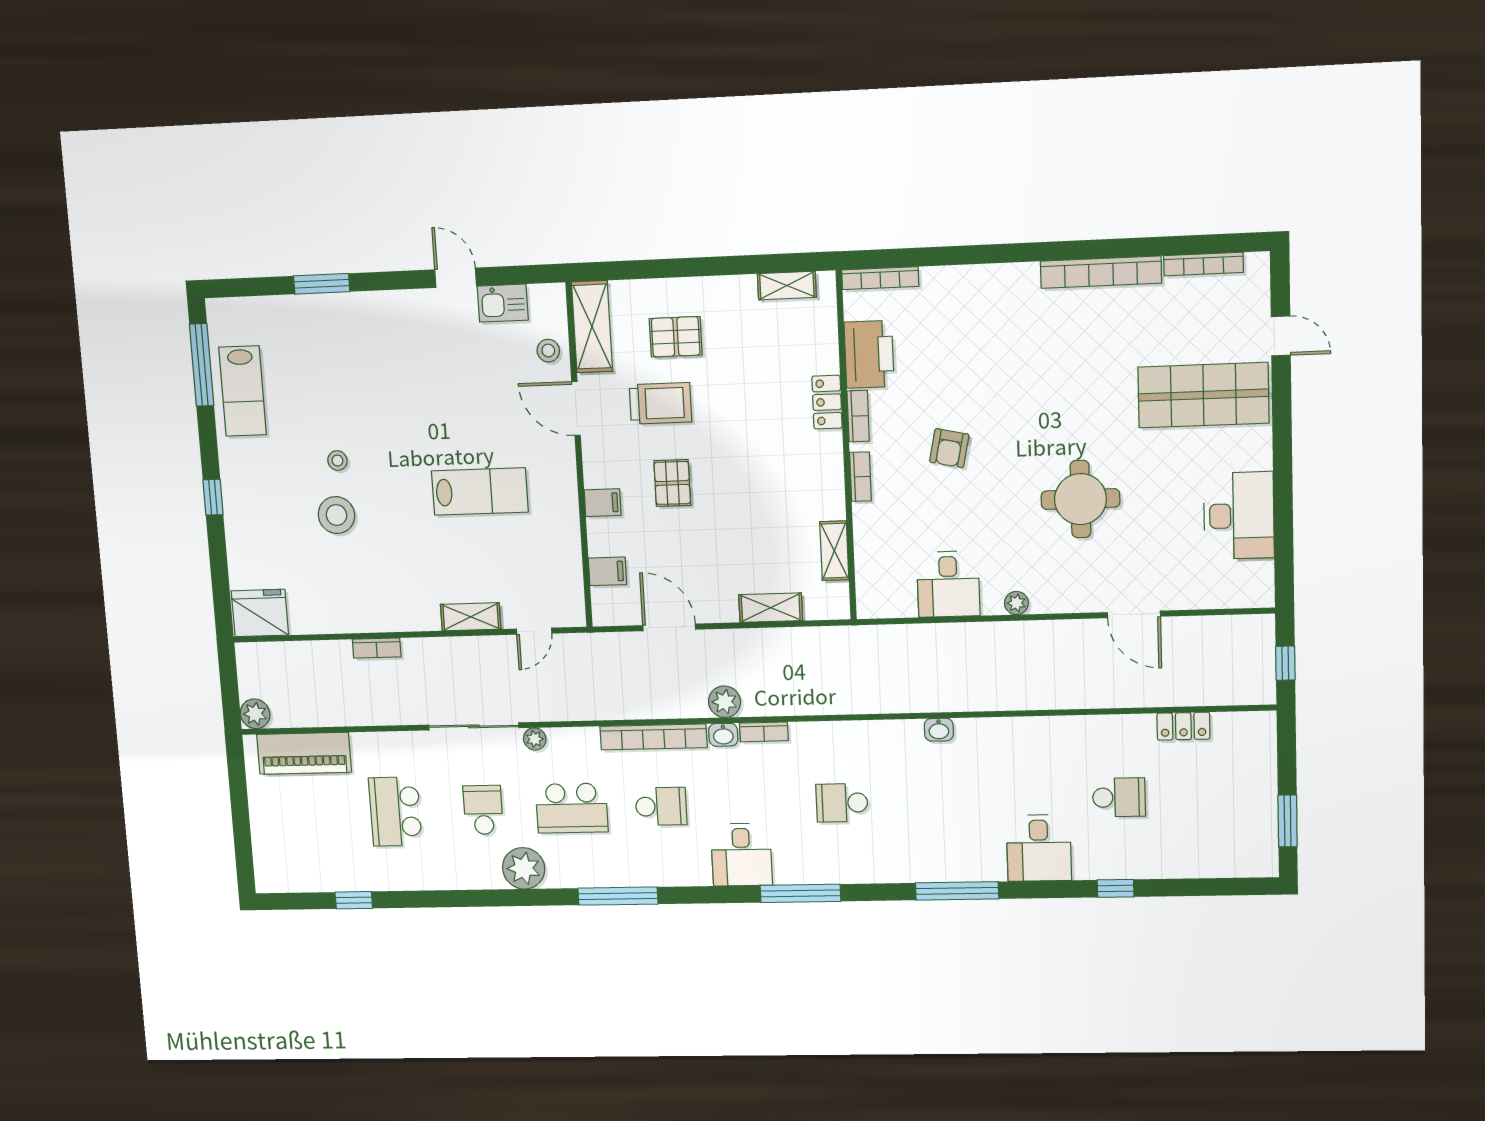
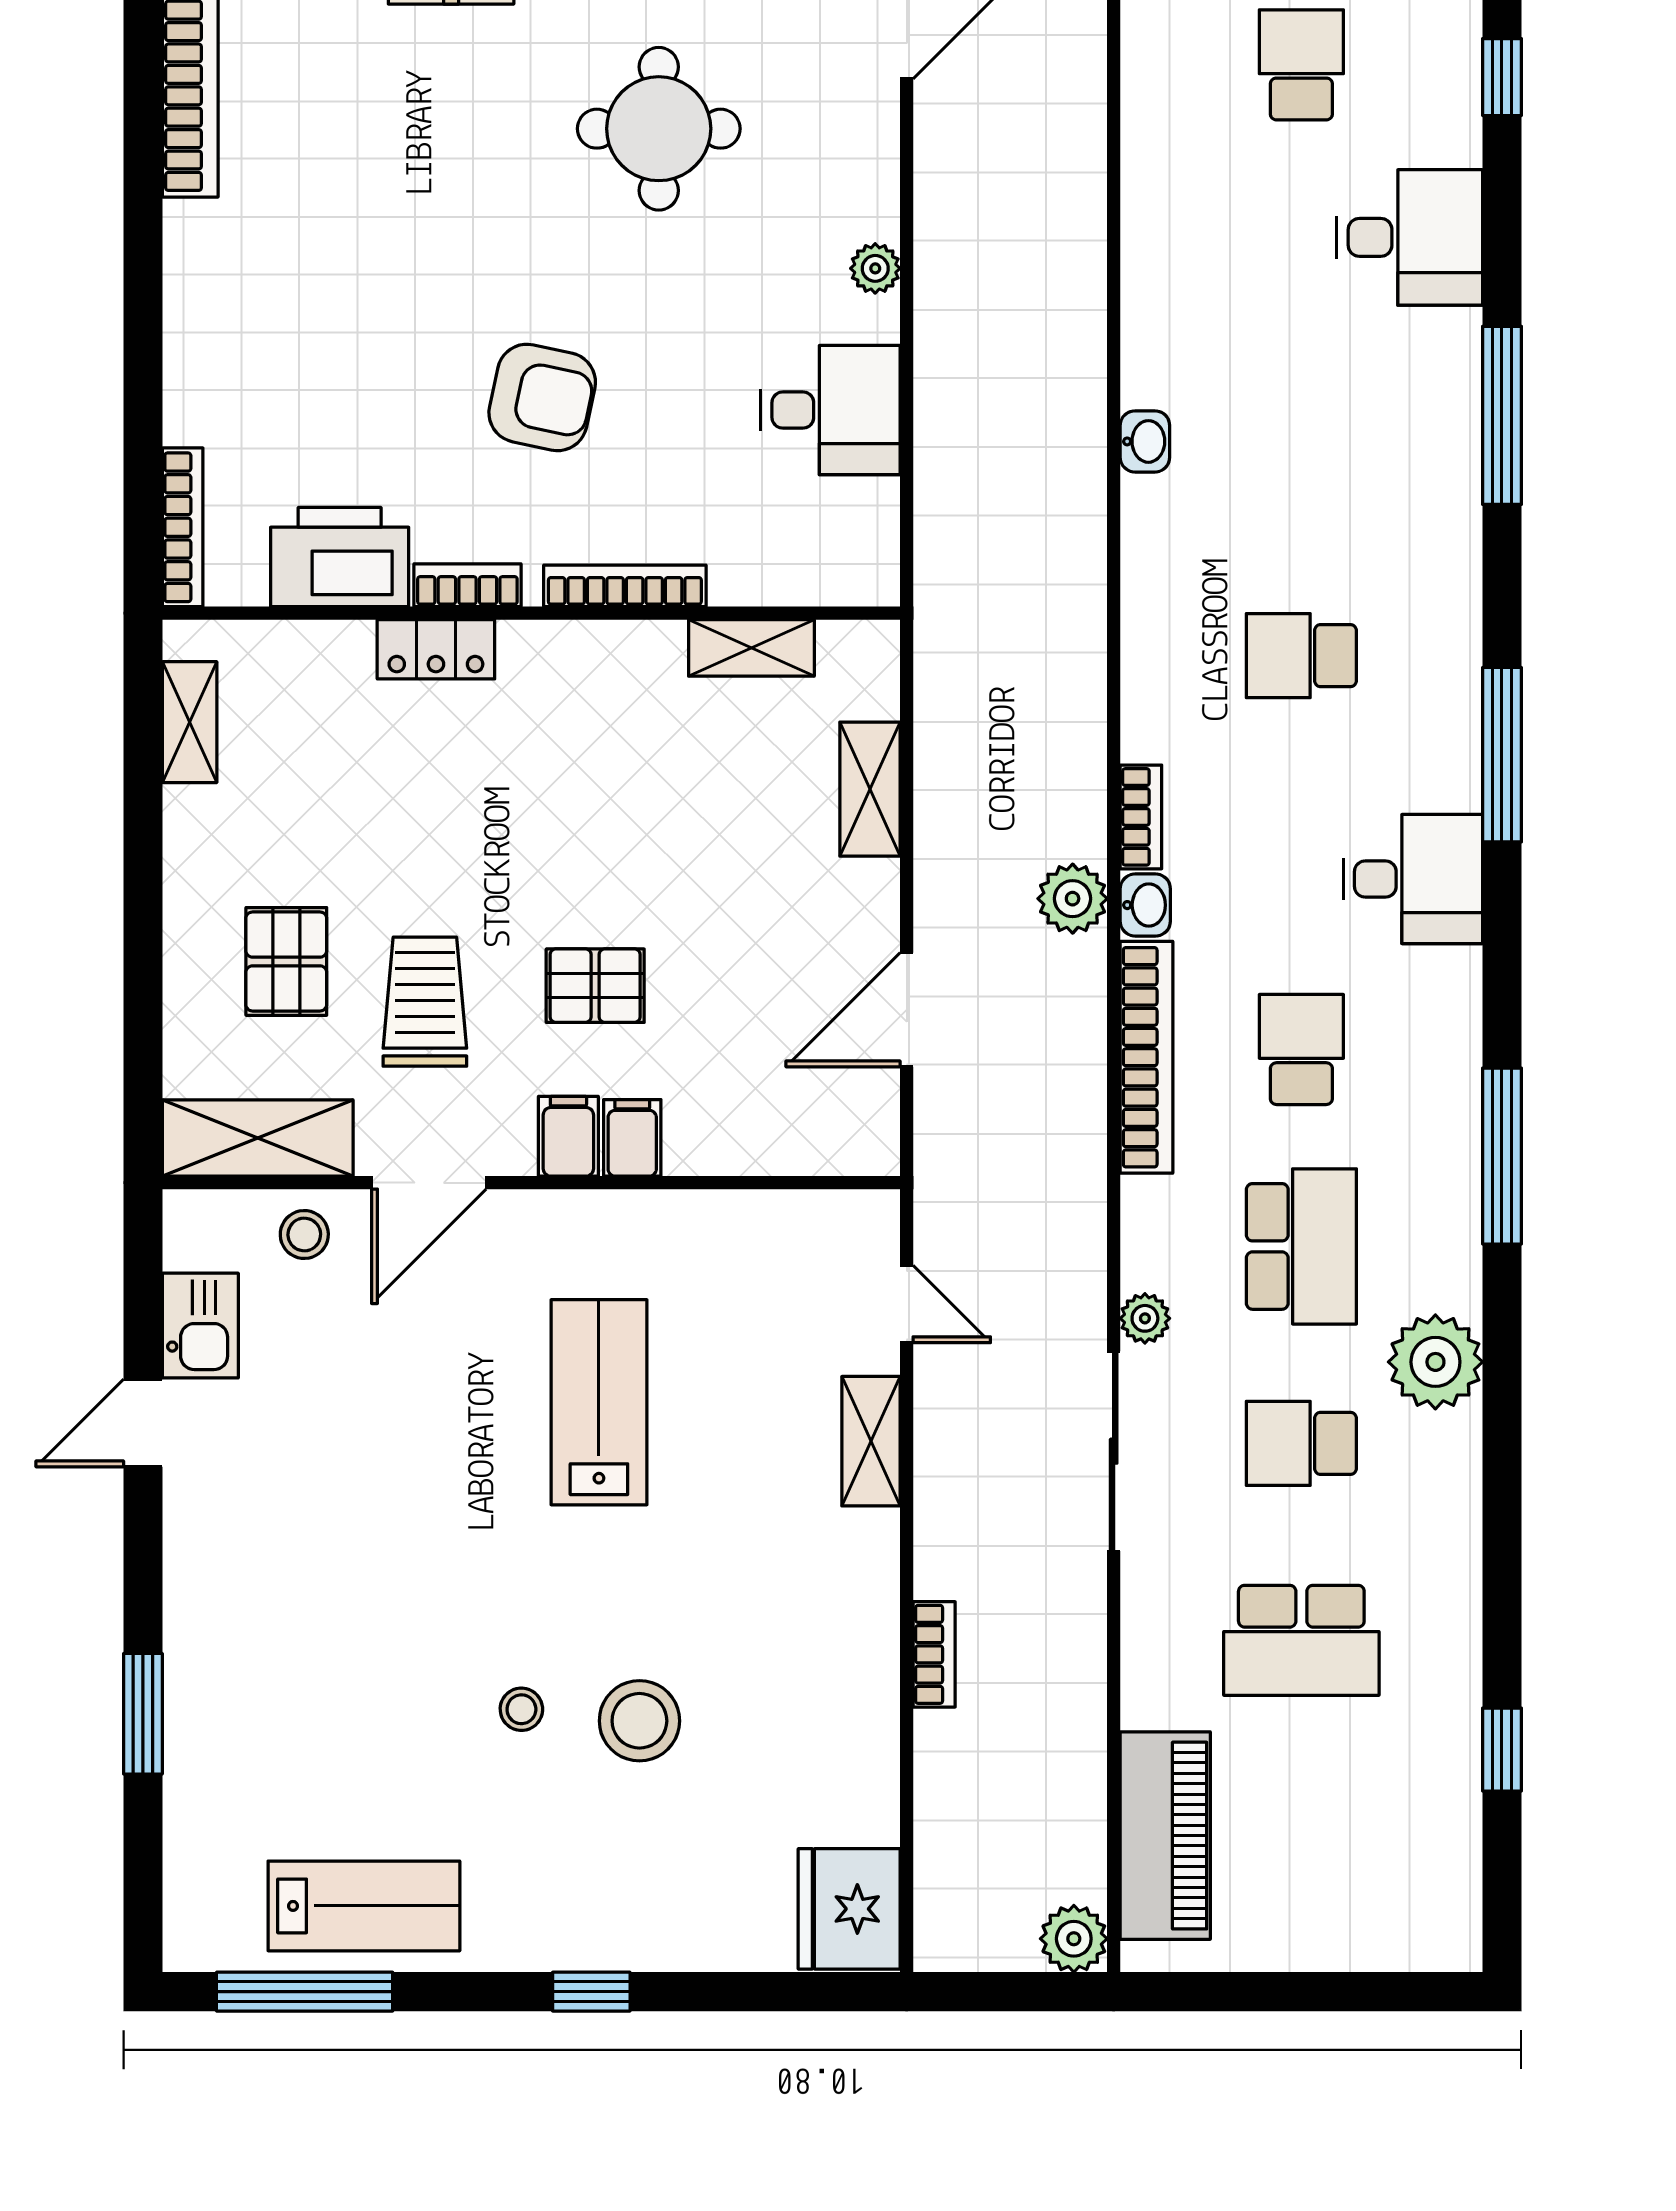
armchair: (949, 448) -> (542, 397), width x1.38, depth x1.38
bookcase: (860, 477) -> (625, 586), width x1.56
filing cabinet: (607, 571) -> (568, 1136), moved
school desk: (842, 803) -> (1301, 656), turned 90

